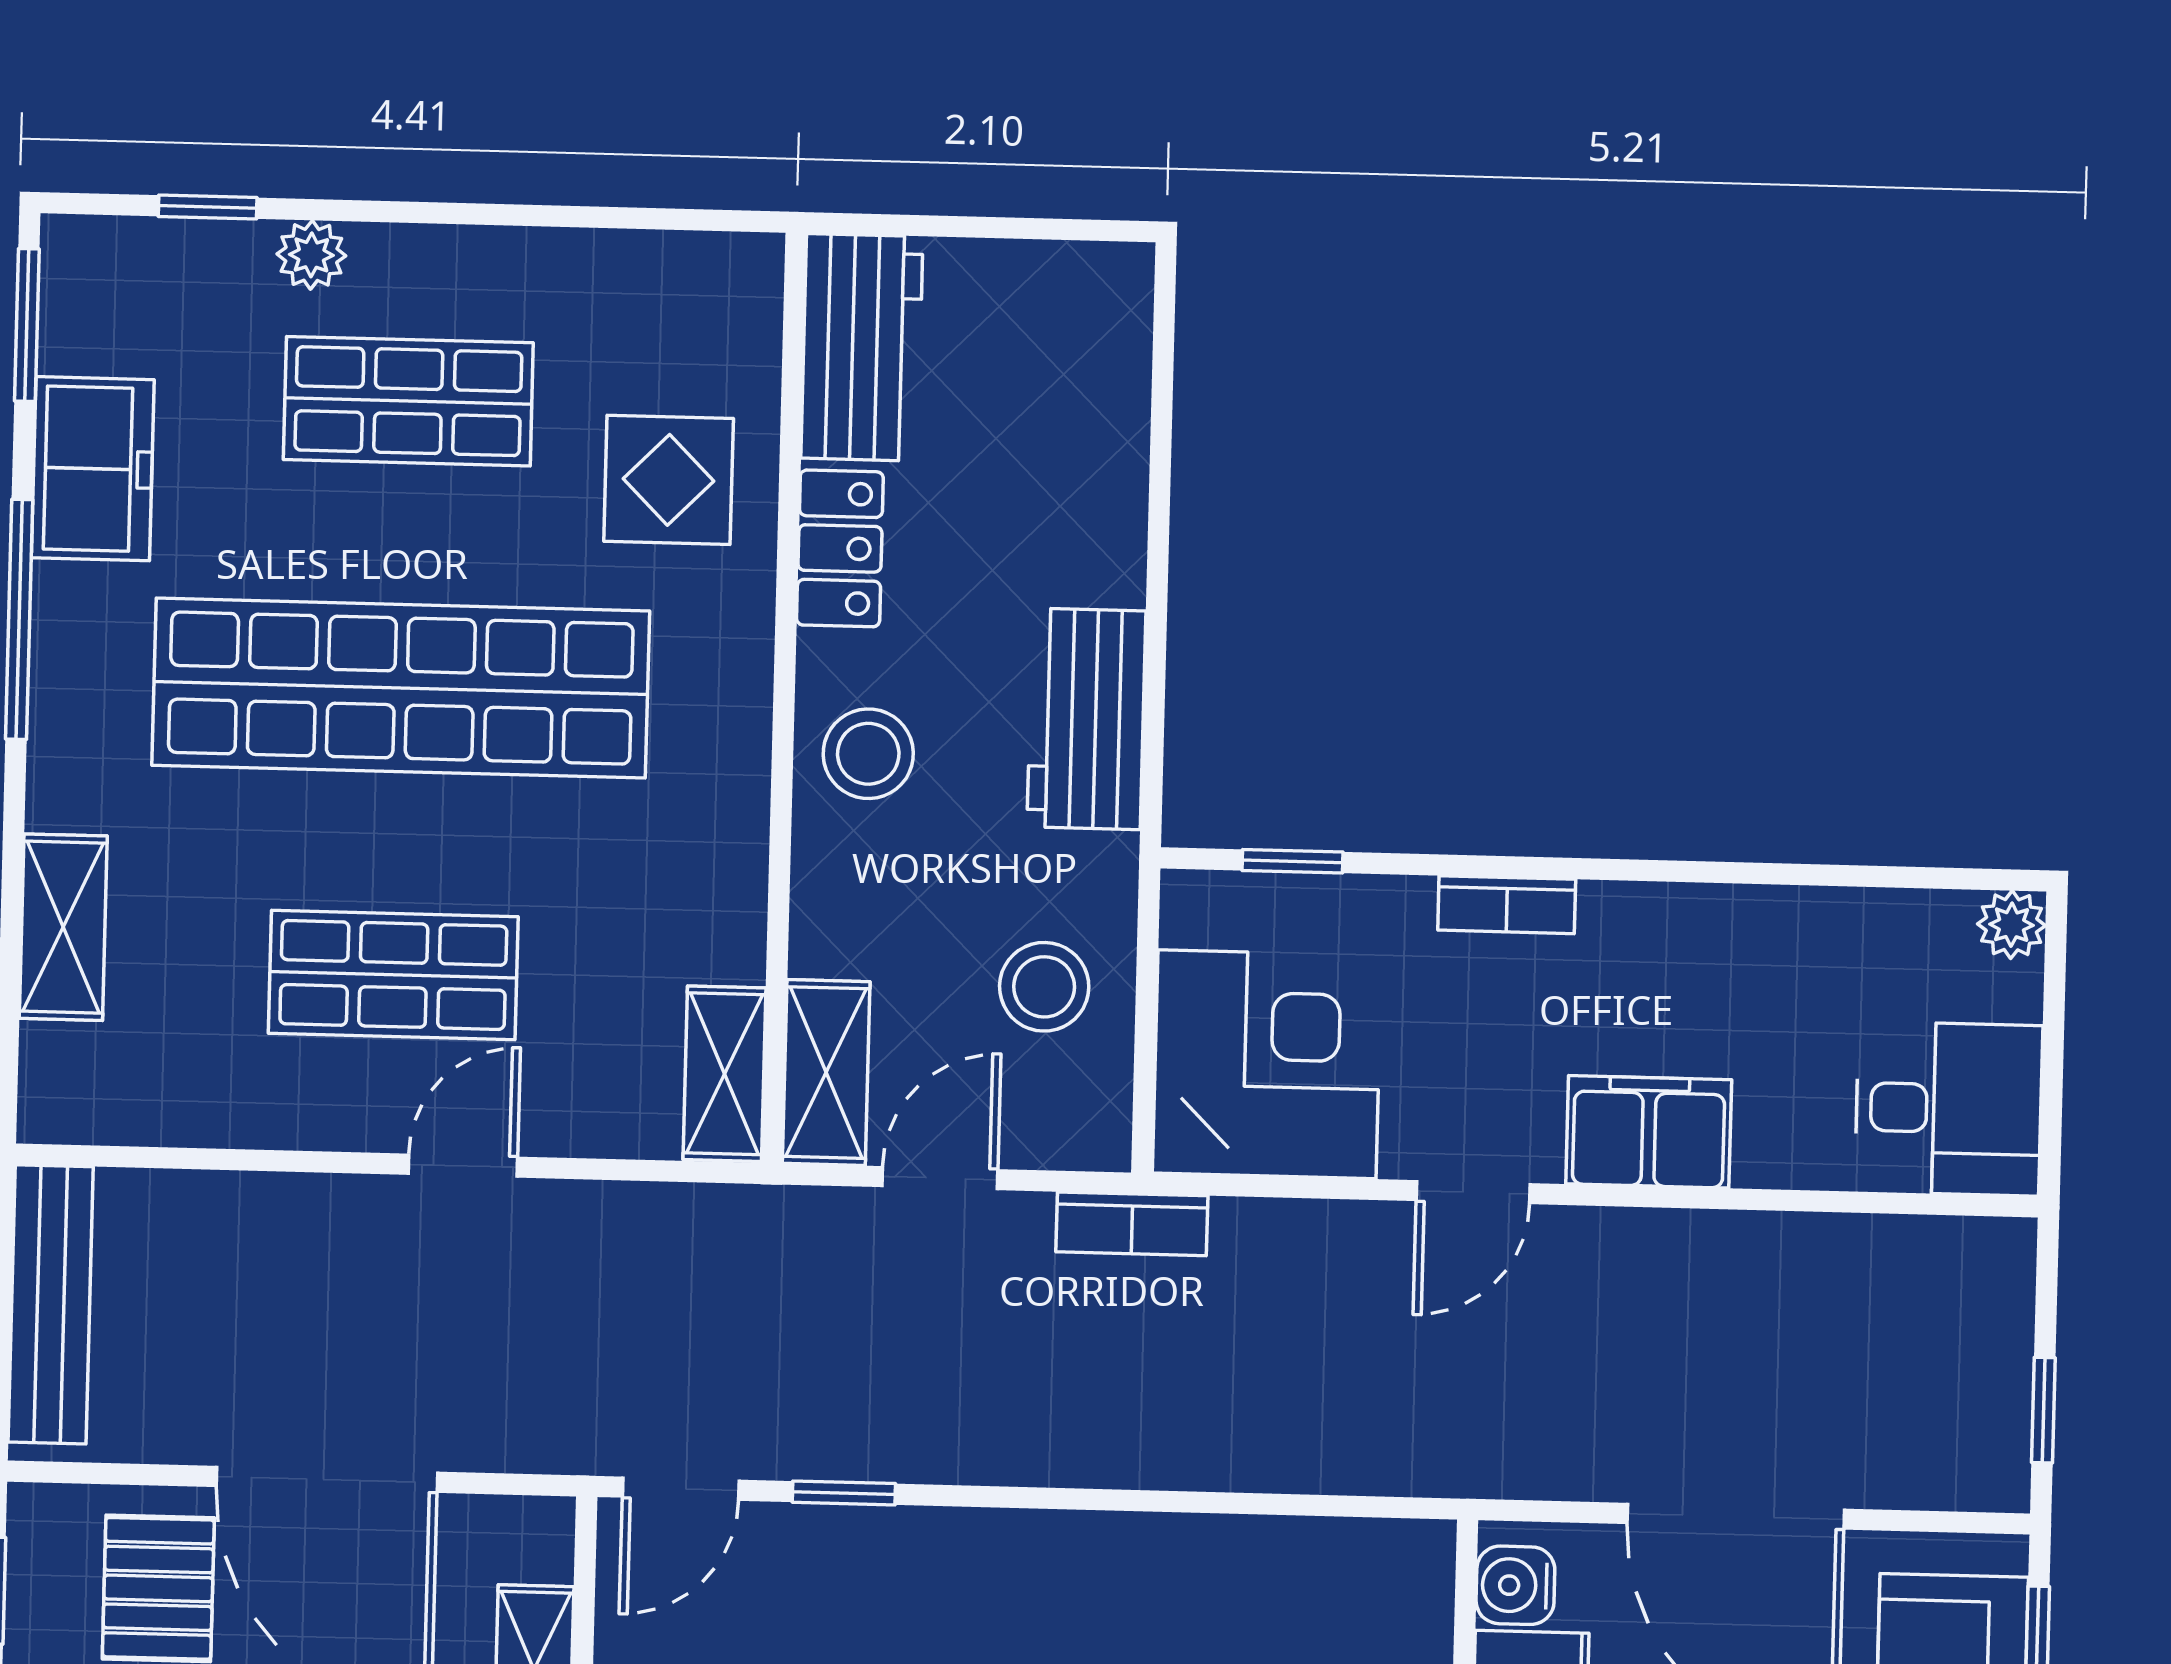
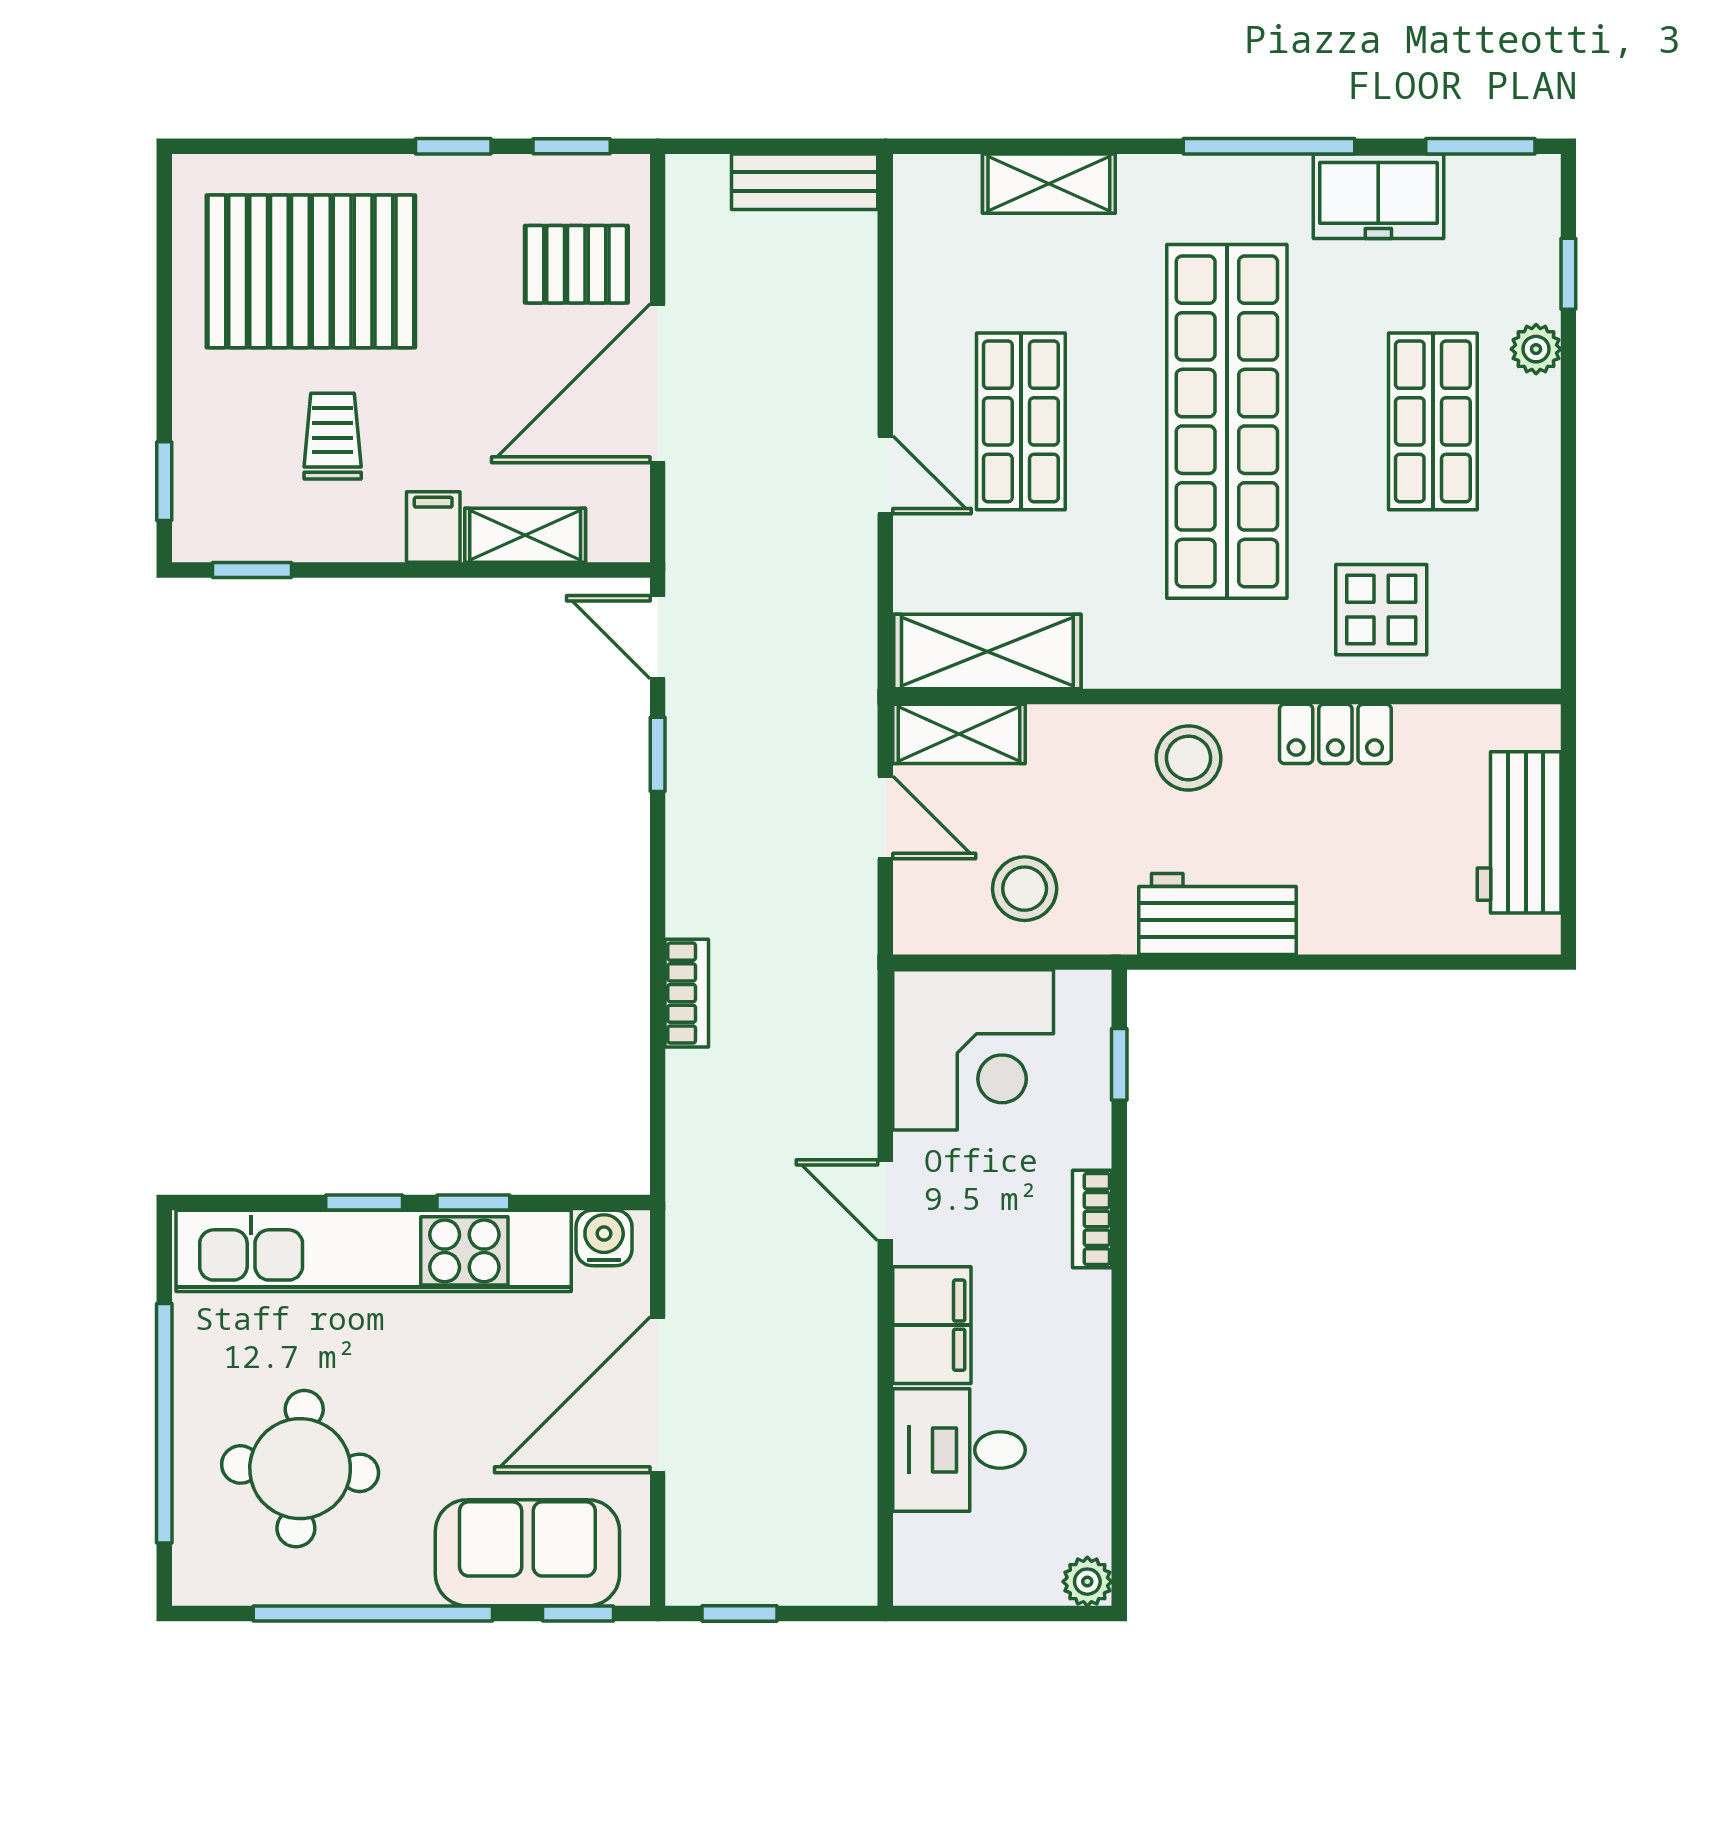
workbench: (862, 347) -> (1519, 832), moved, turned 90
shelving: (724, 1074) -> (987, 651), width x1.50, depth x1.33
desk: (1949, 1109) -> (959, 1450), moved, turned 90
bookcase: (1132, 1224) -> (687, 993), moved, turned 180
bench: (51, 1304) -> (805, 182), width x0.73

